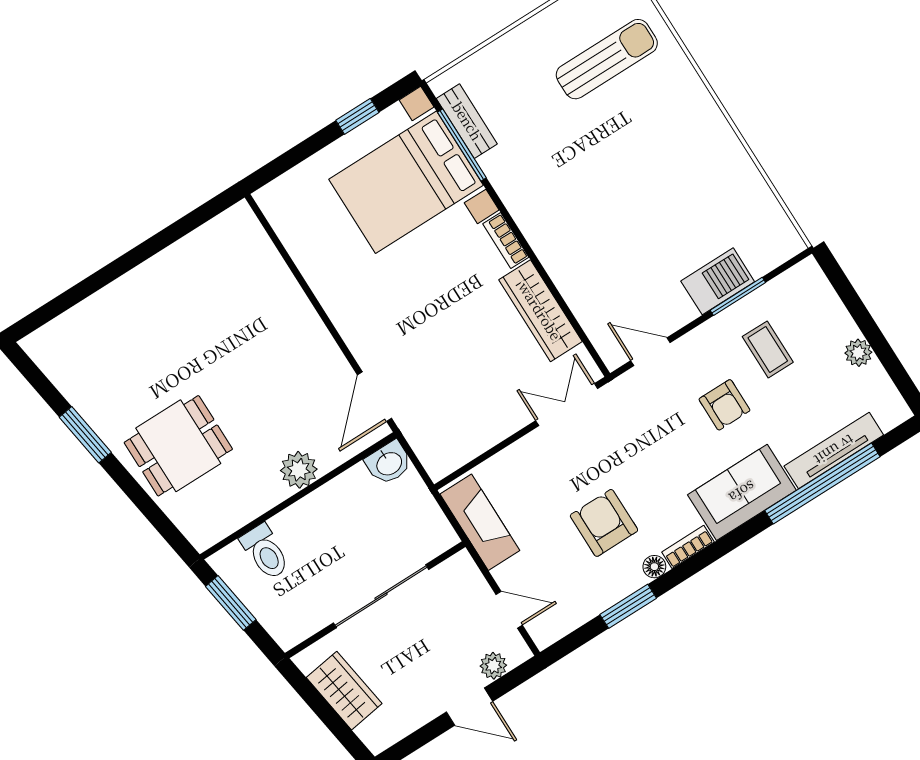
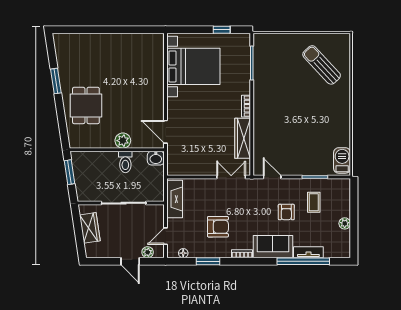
sun lounger: (607, 59) -> (322, 65), turned -133
bench: (467, 121) -> (259, 56), removed
bed with nightstands: (406, 182) -> (193, 66), moved, turned 180
barbecue: (718, 281) -> (342, 160), moved, turned -90
door: (374, 397) -> (166, 132), hinge flipped
dining table: (178, 446) -> (86, 105), turned 90
tv unit: (834, 450) -> (308, 252), width x0.71
armchair: (604, 523) -> (218, 227), turned 90
toilet: (265, 552) -> (125, 162), moved
floor lamp: (654, 567) -> (183, 253), moved
door: (509, 610) -> (166, 236), swing flipped

